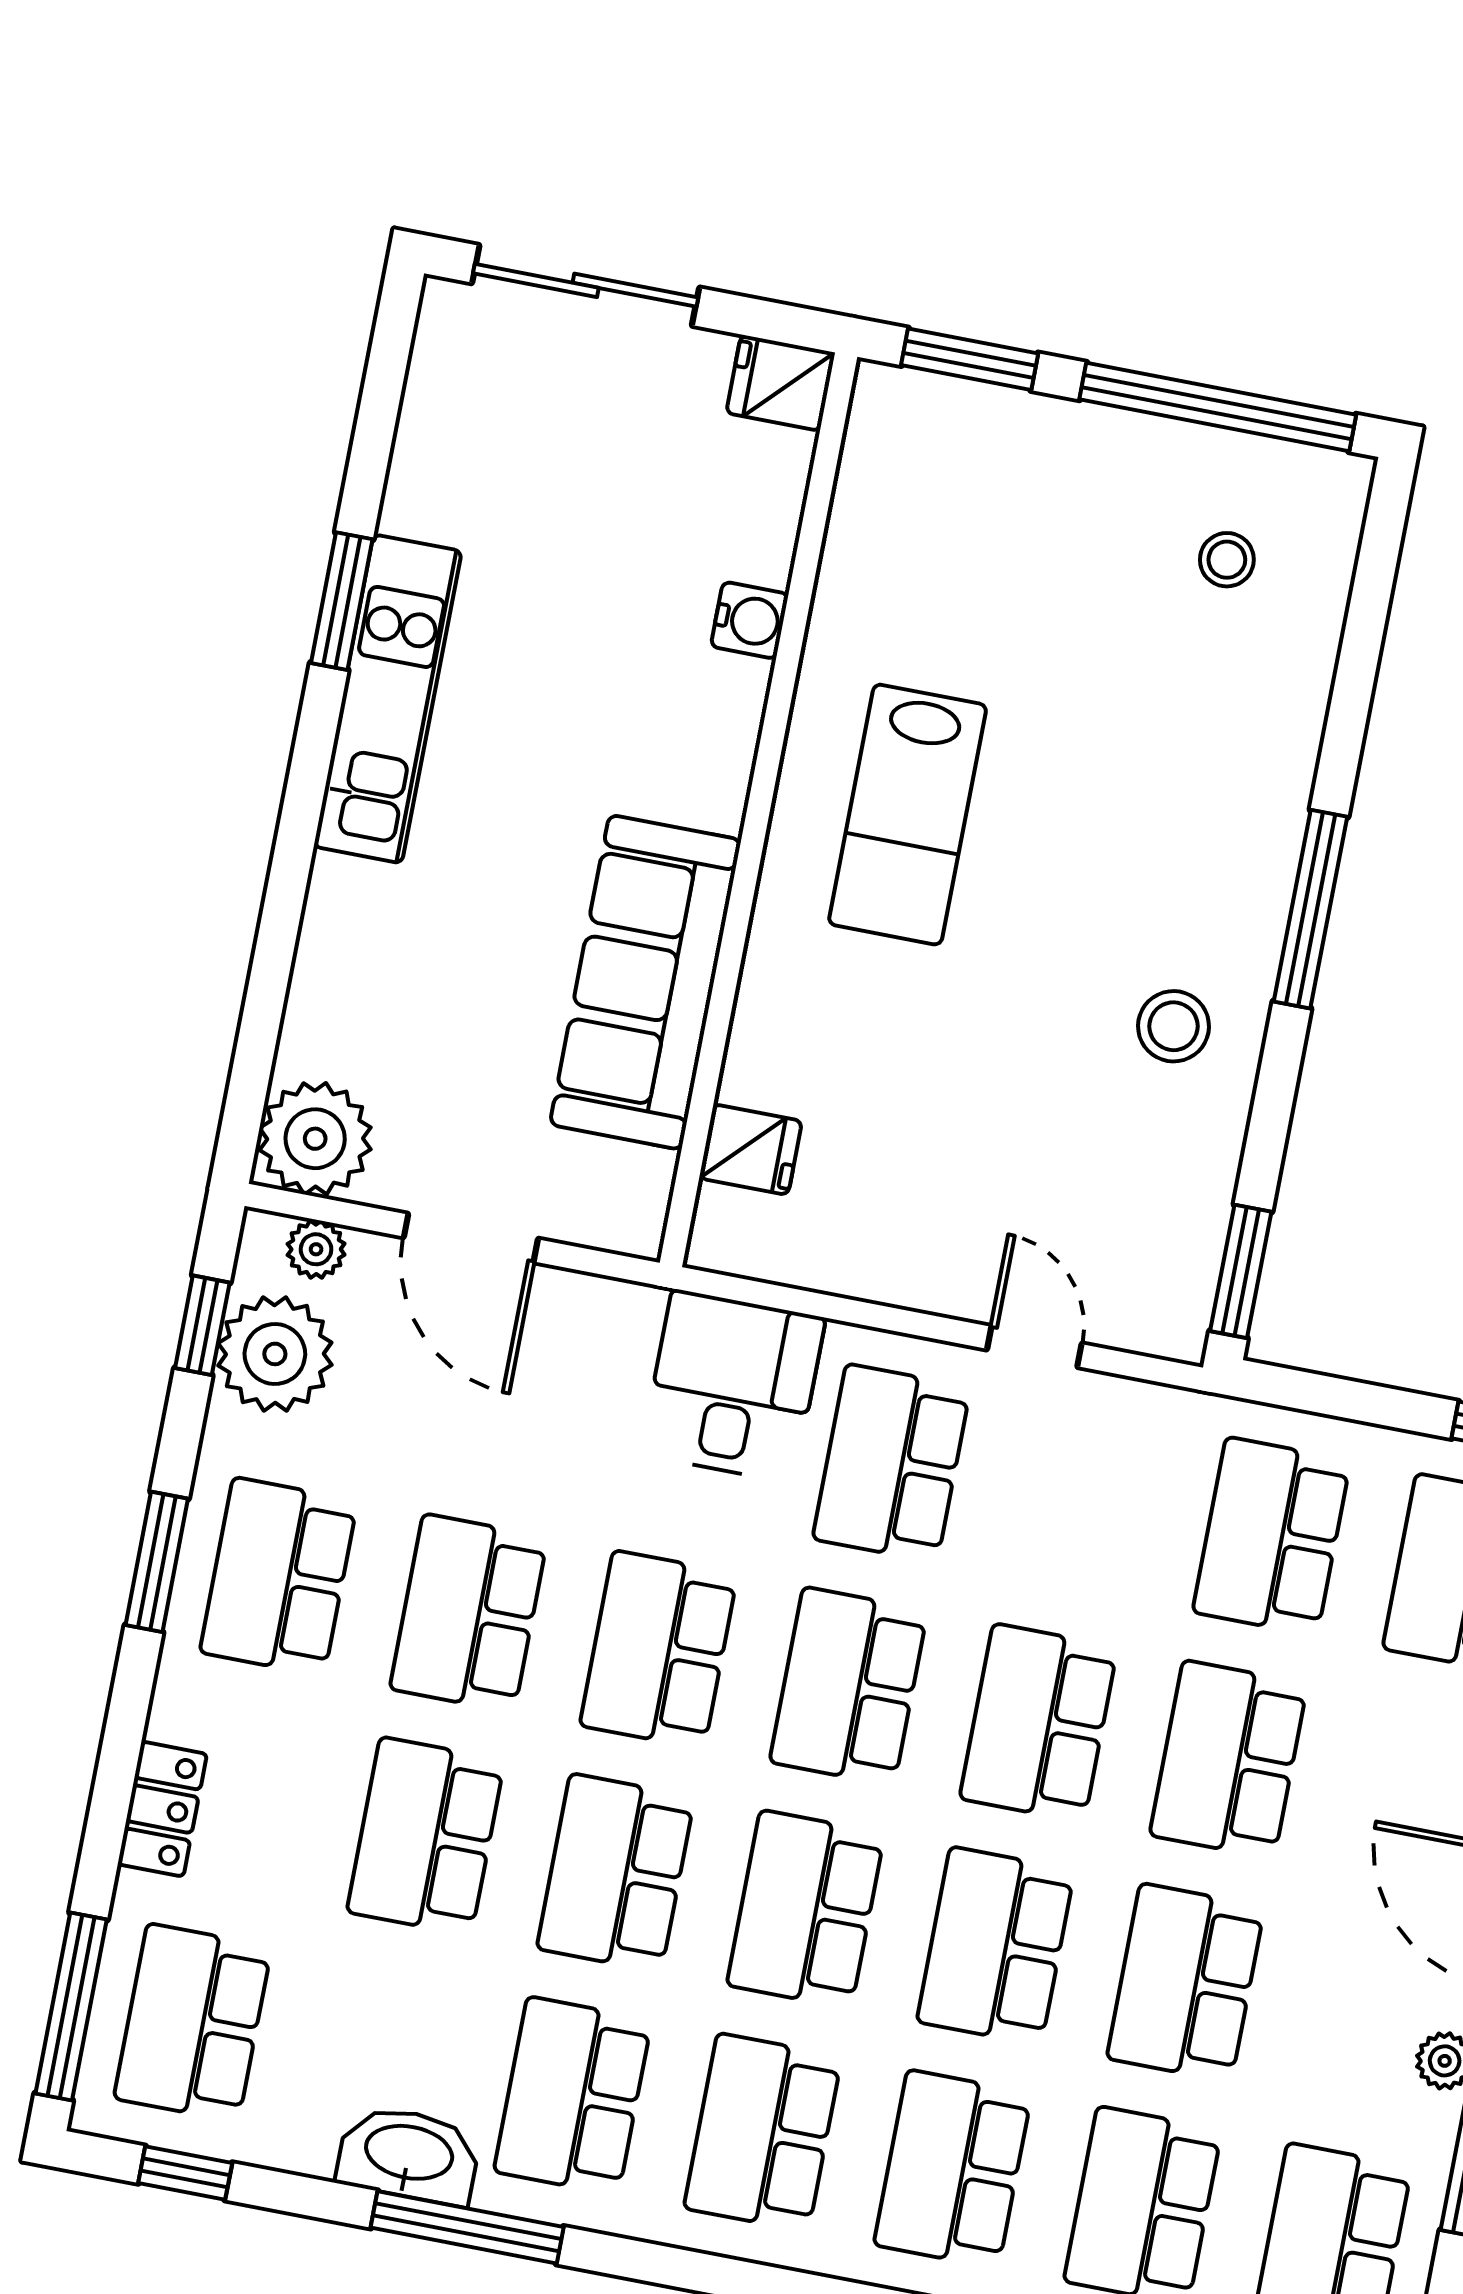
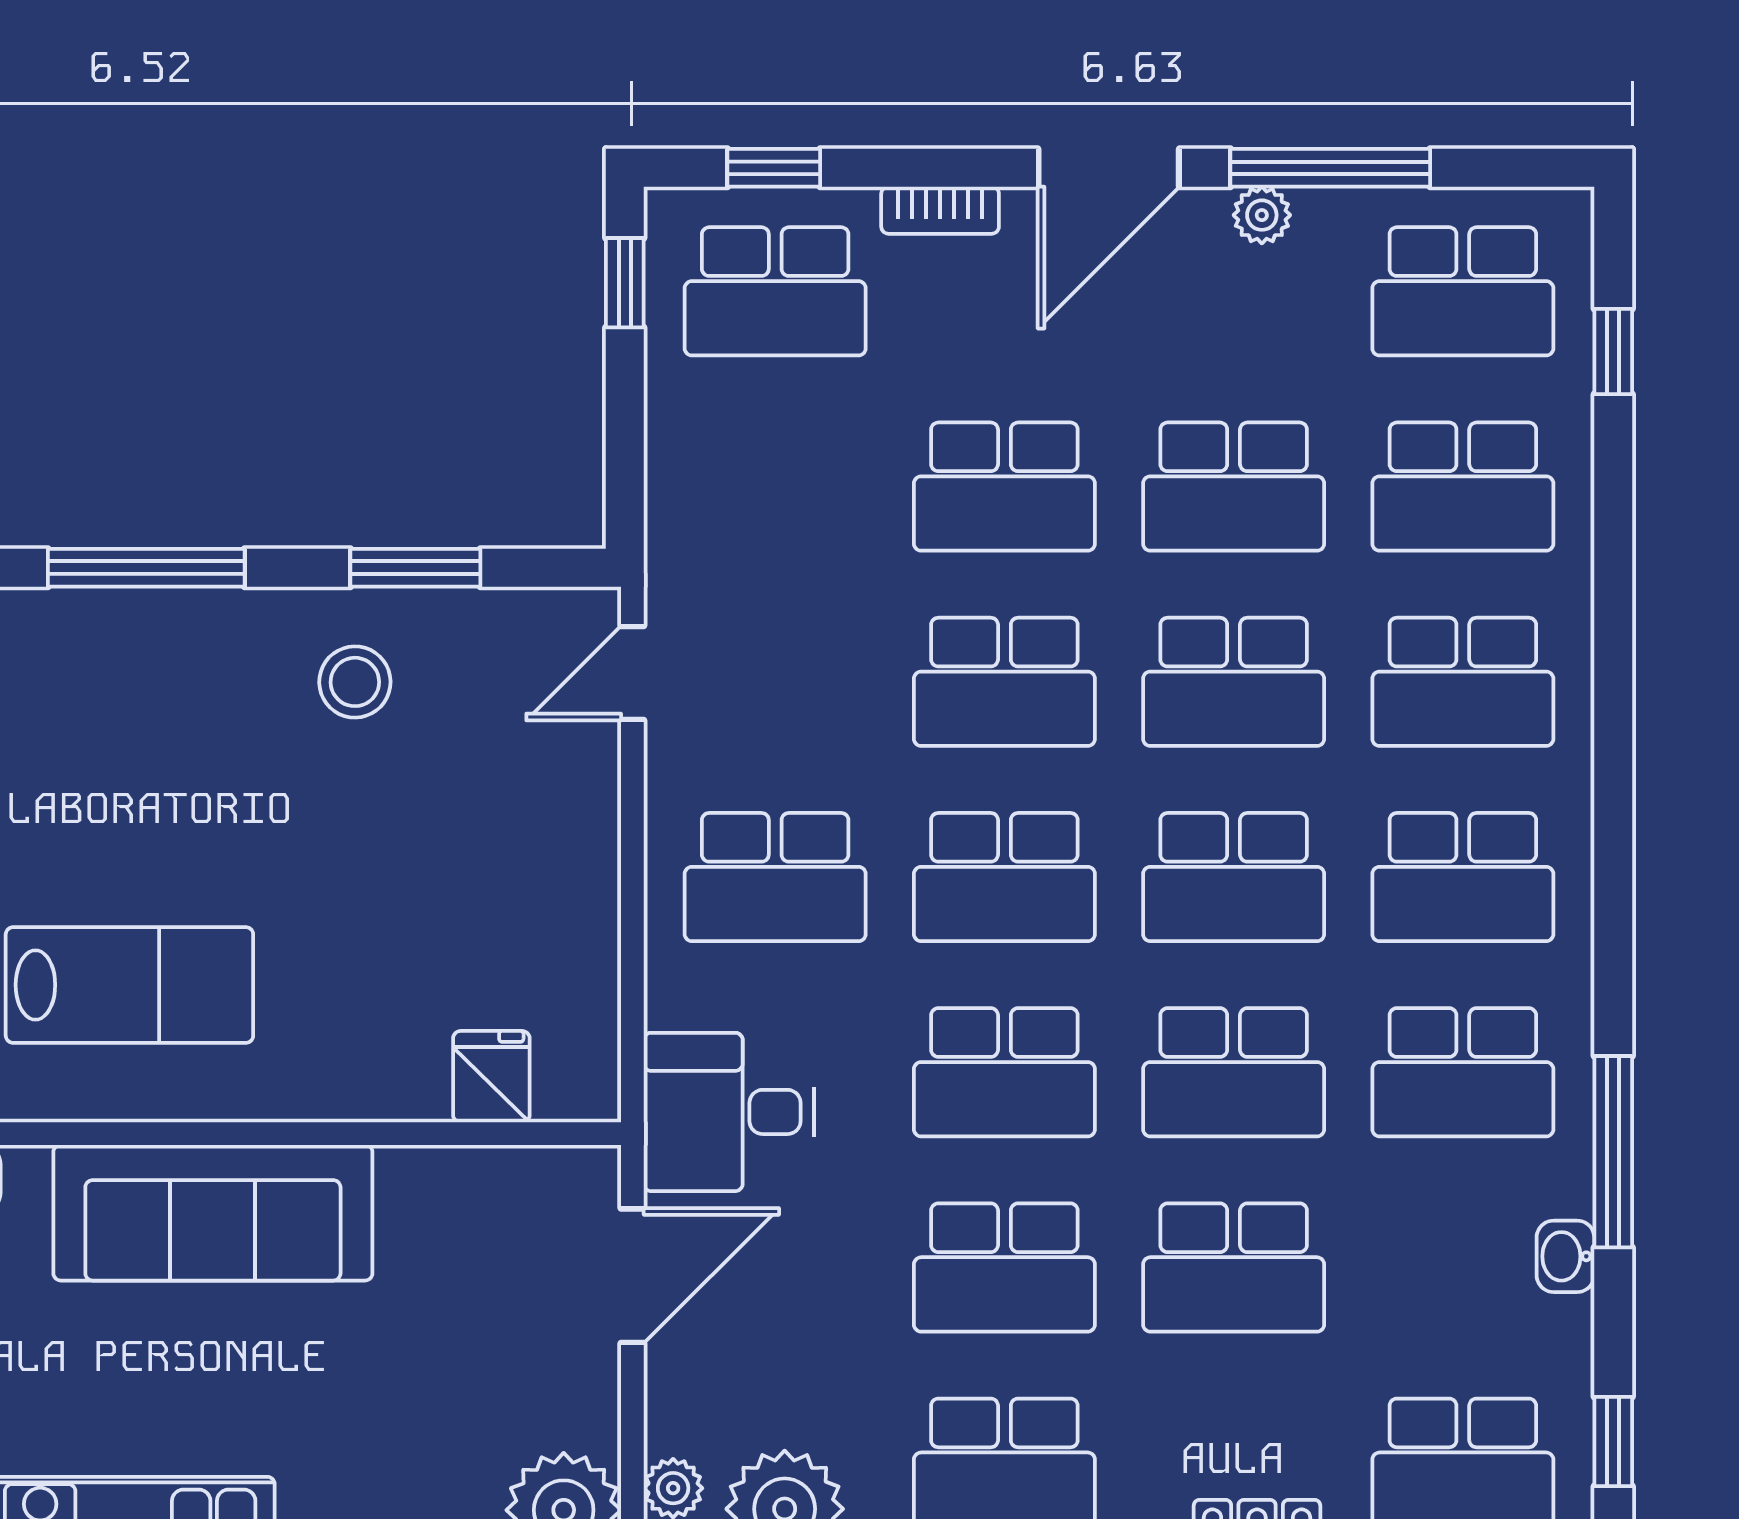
sofa: (645, 982) -> (213, 1213), moved
stool: (1173, 1026) -> (355, 682), moved
door: (471, 1238) -> (632, 1276), moved
window: (1241, 1271) -> (415, 568), moved
door: (1034, 1347) -> (632, 673), moved
desk: (733, 1386) -> (729, 1112), moved
school desk: (1272, 1536) -> (775, 487), removed
washbasin: (409, 2155) -> (1565, 1256), width x0.52, depth x0.69

